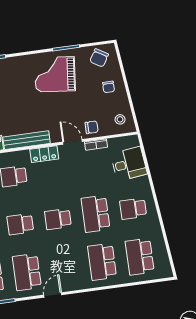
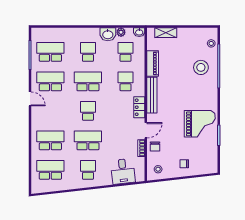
chair: (99, 58) -> (208, 160), removed
grand piano: (55, 74) -> (200, 124), turned 84
school desk: (20, 224) -> (88, 81), width x1.85

